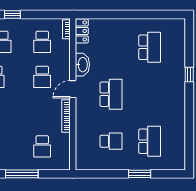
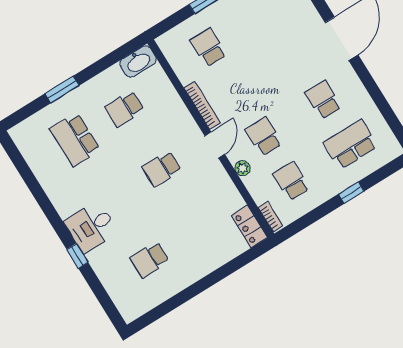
school desk: (150, 47) -> (150, 260), width x0.54
washbasin: (82, 65) -> (138, 62), moved, turned -90
plant: (65, 66) -> (243, 168), added
desk: (171, 86) -> (91, 227), added
school desk: (111, 94) -> (162, 169), width x0.54

